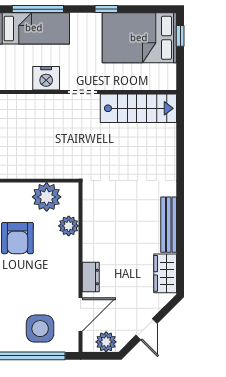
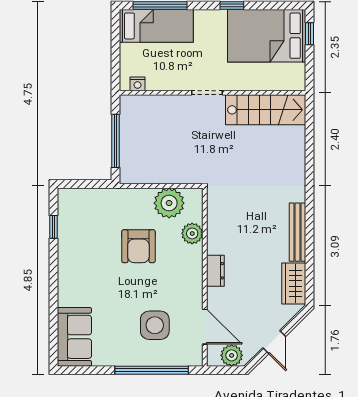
nightstand: (46, 78) -> (138, 84), moved, width x0.53, depth x0.56
dresser: (91, 277) -> (215, 271), moved
door: (81, 315) -> (205, 327), hinge flipped
side table: (40, 329) -> (155, 325), moved

